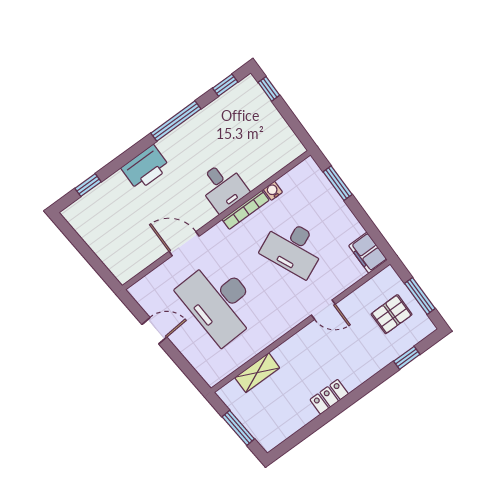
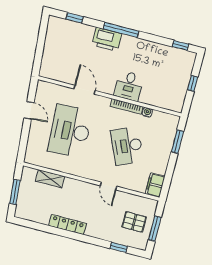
window: (269, 89) -> (193, 83), moved
window: (176, 121) -> (121, 30), moved
locker: (329, 397) -> (68, 225), width x1.53

